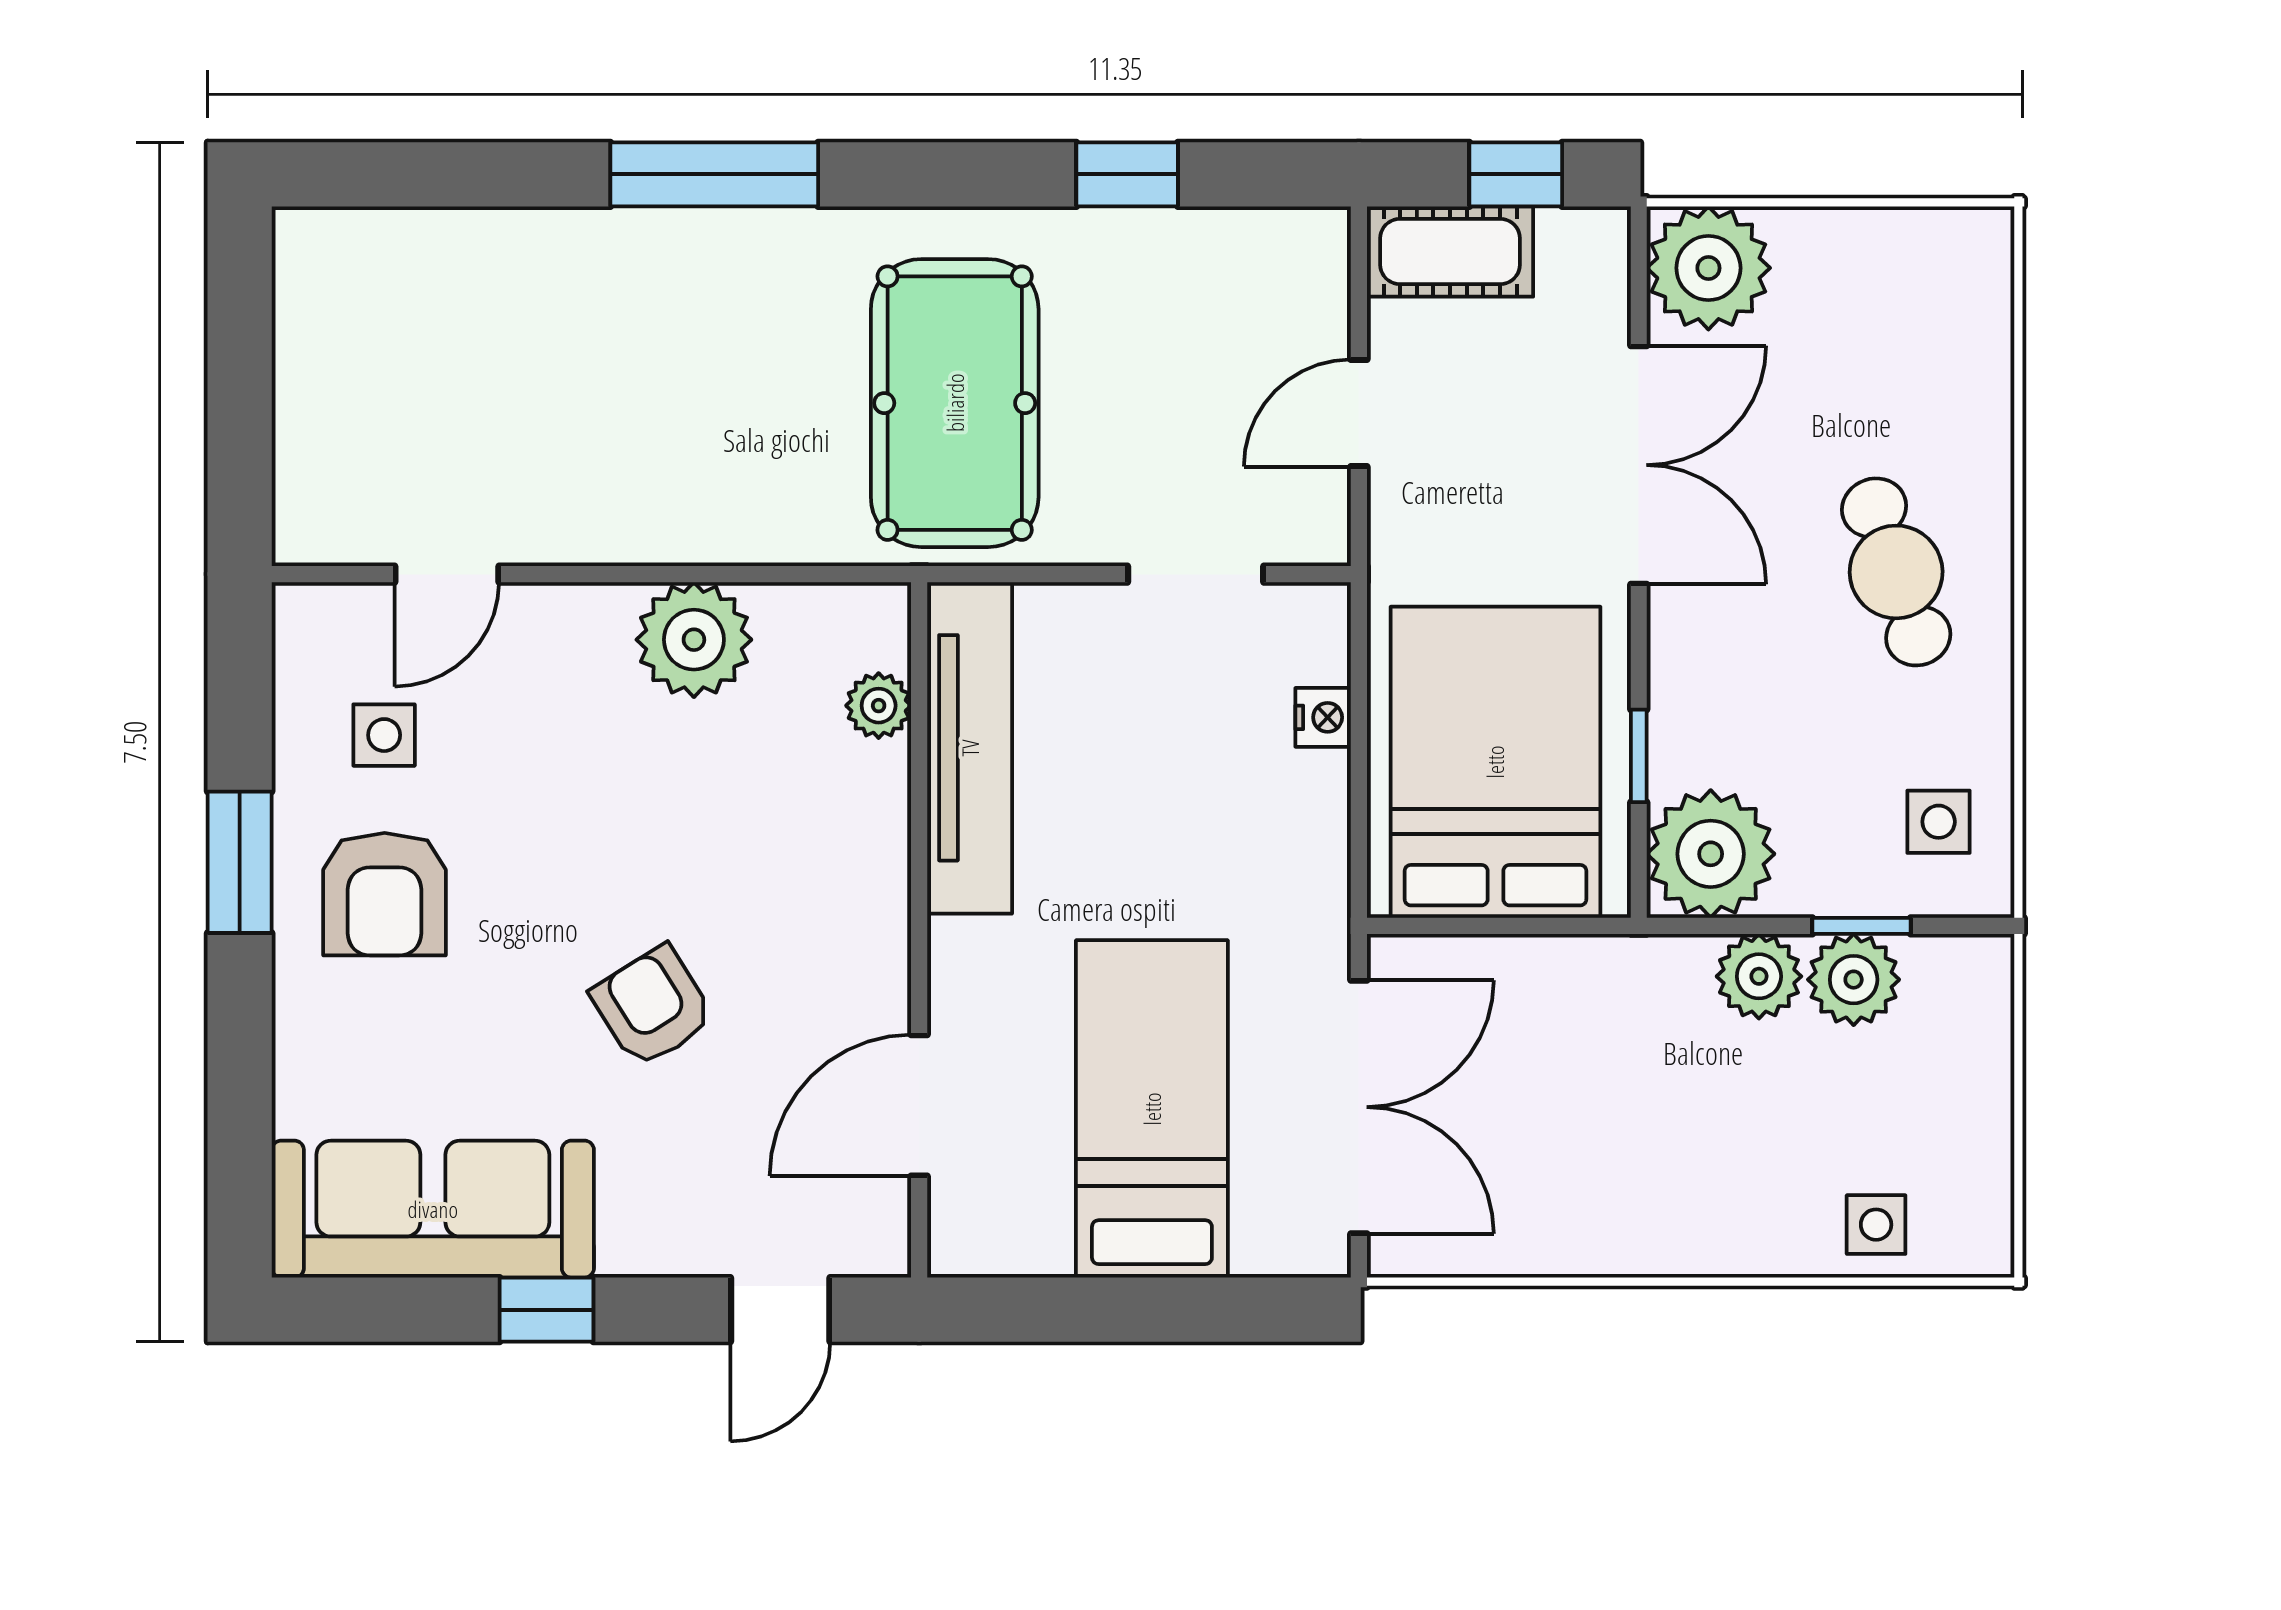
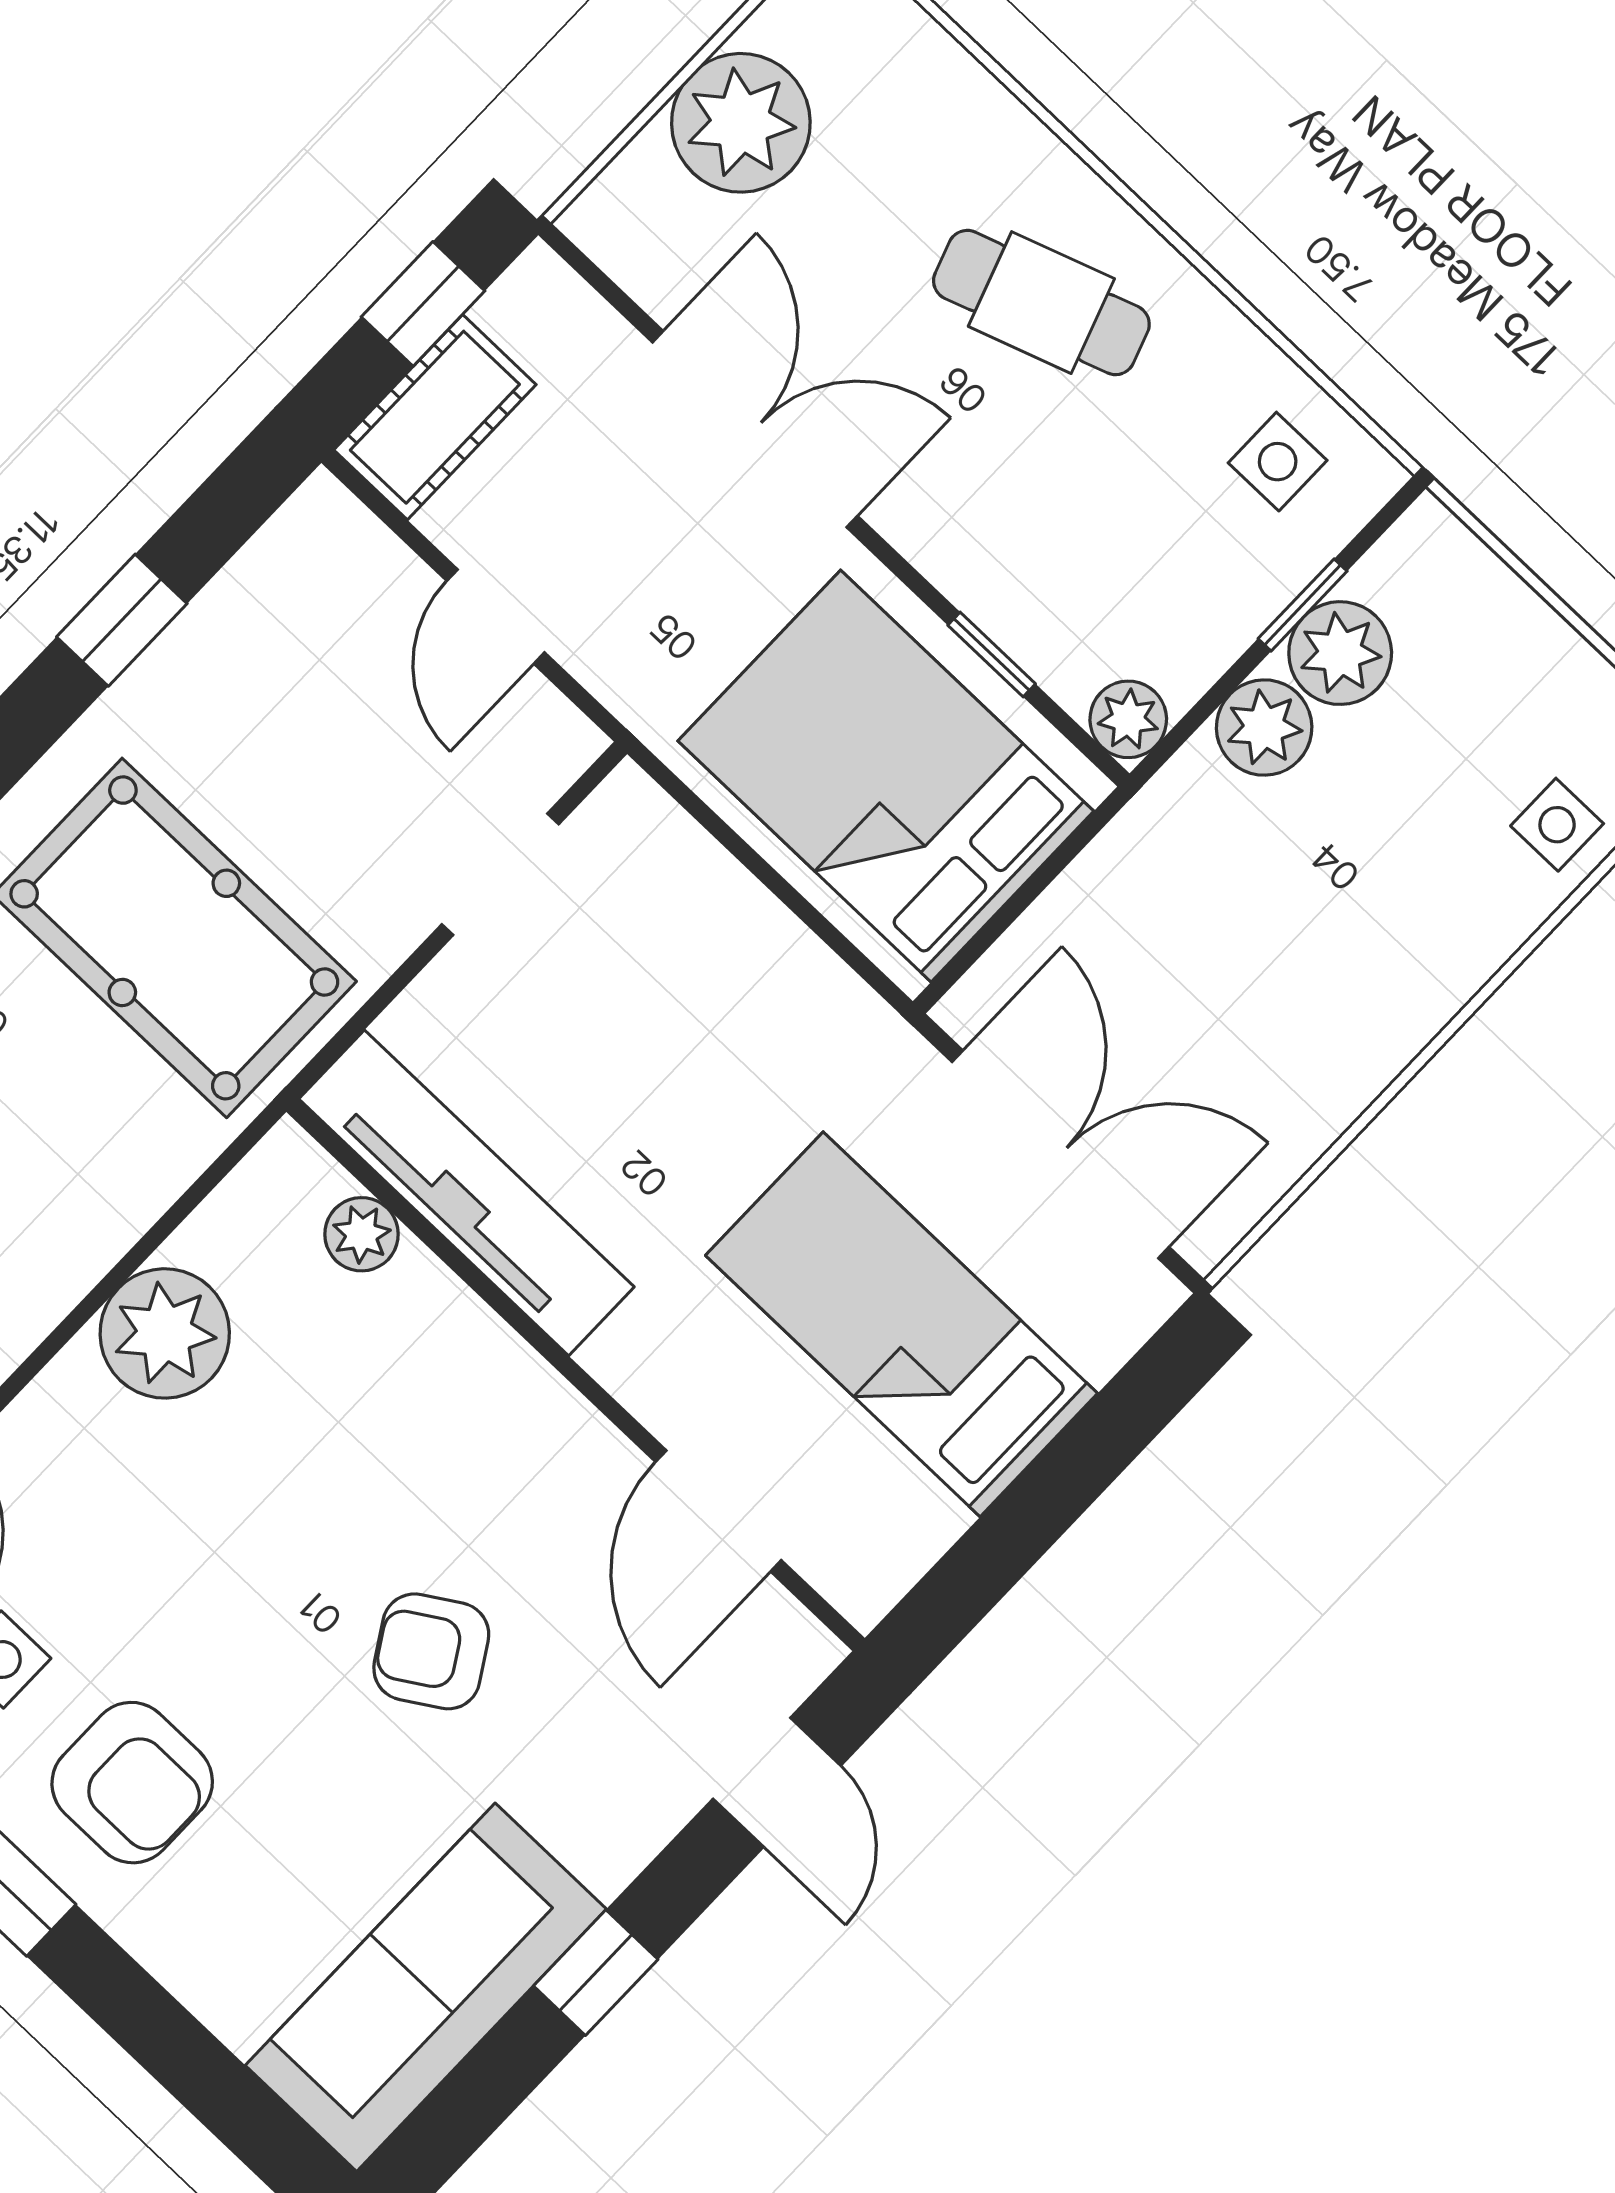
plant: (1708, 268) -> (741, 123), moved
nightstand: (1323, 717) -> (716, 882), removed
plant: (1711, 854) -> (1128, 719), width x0.53, depth x0.53

